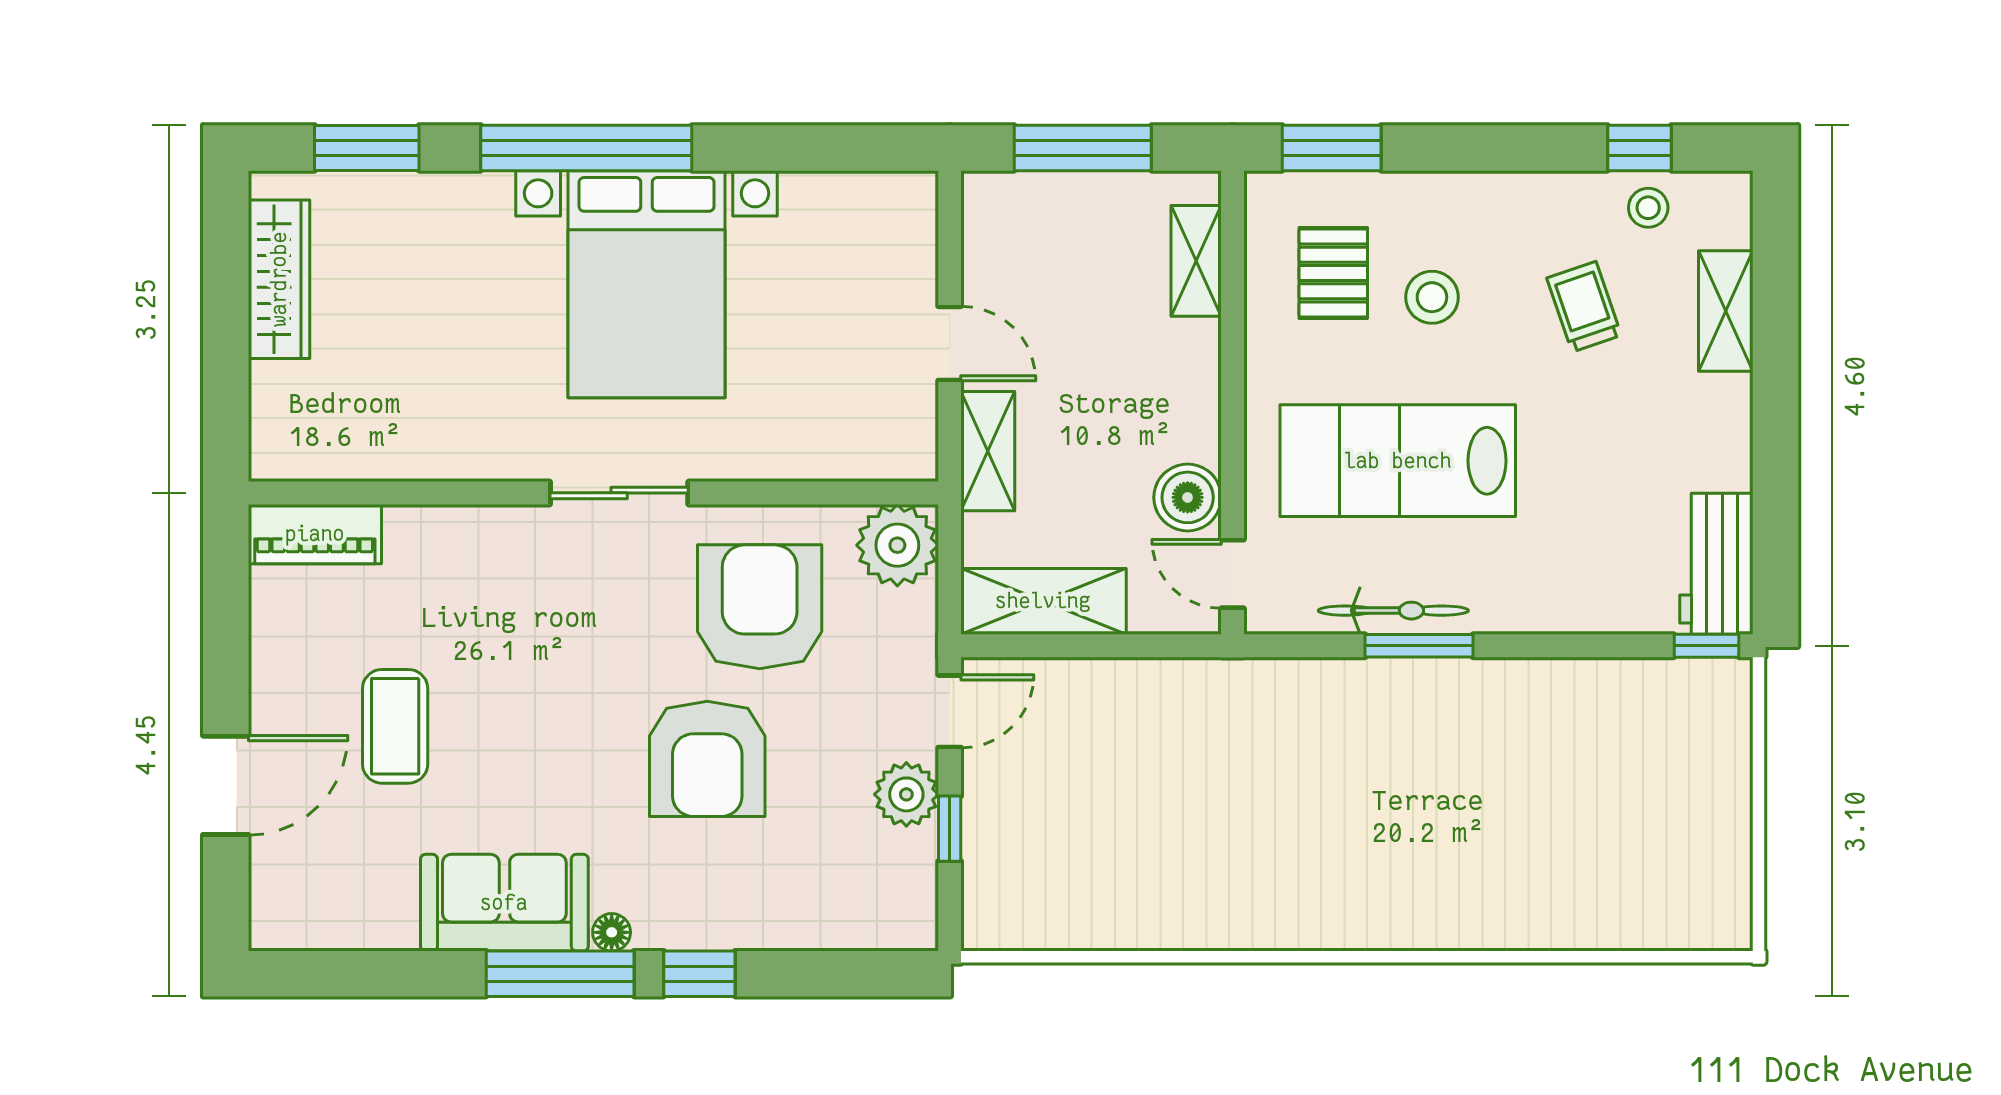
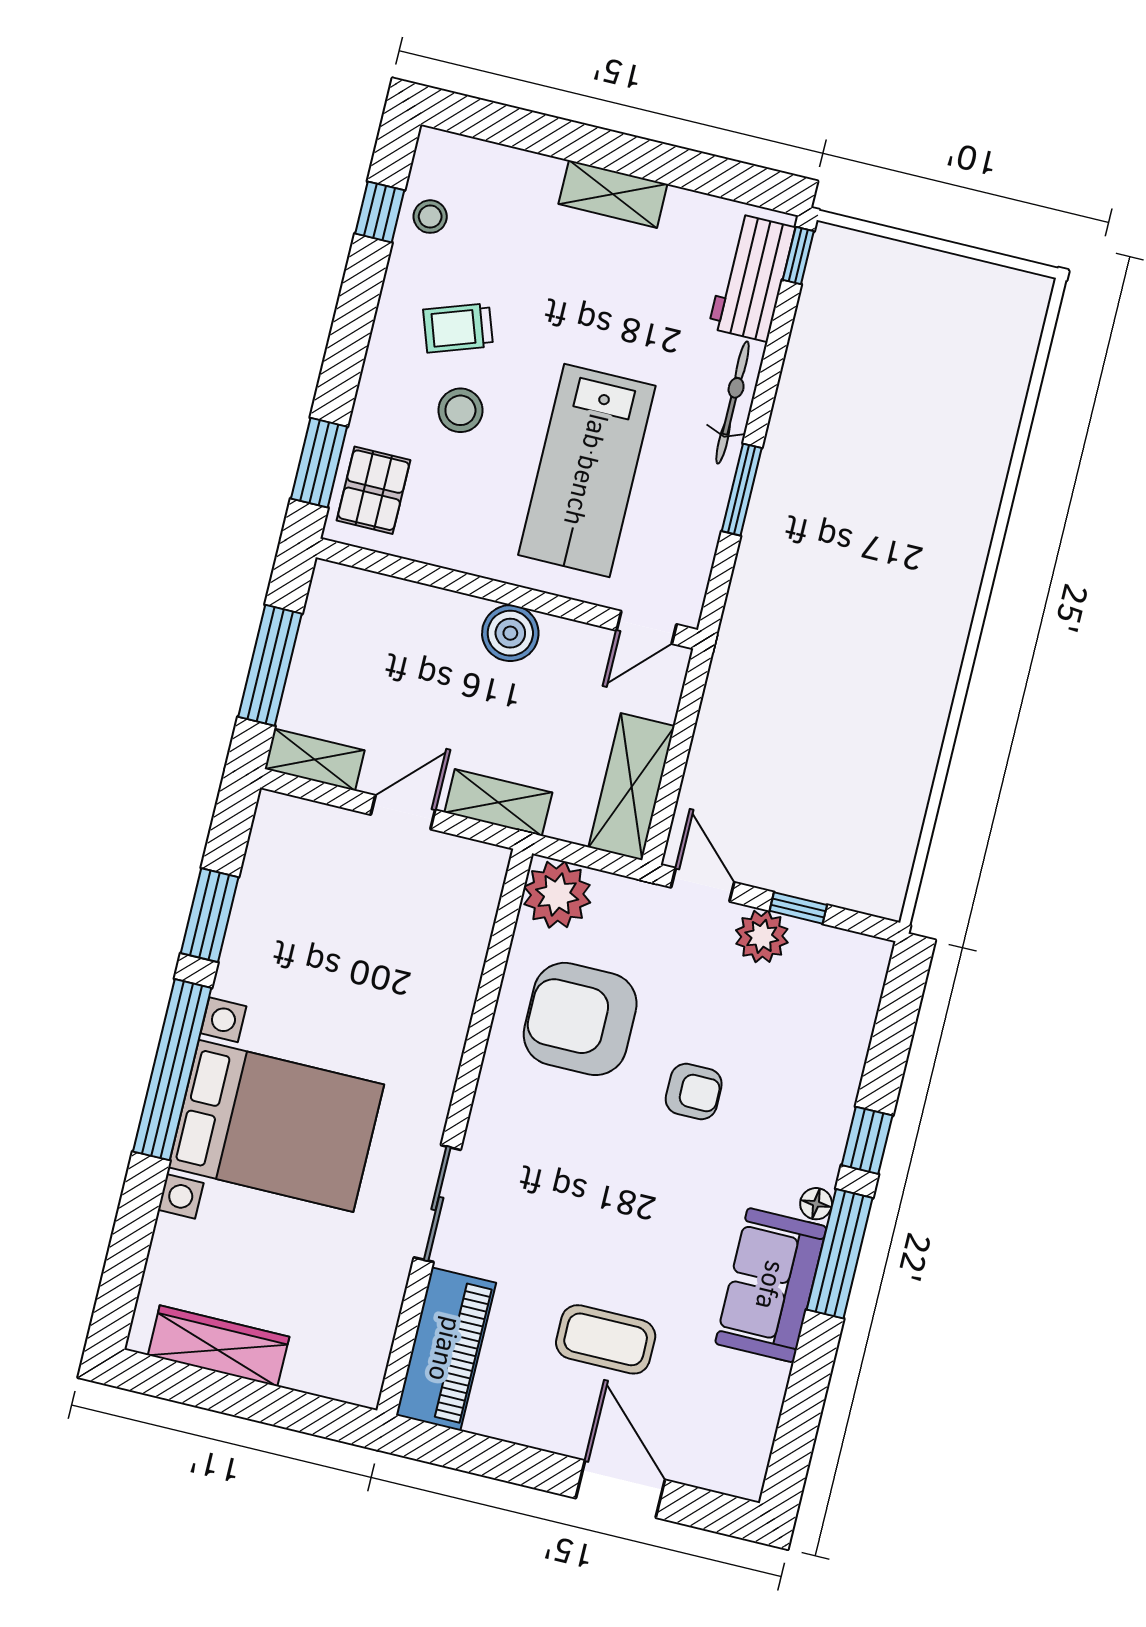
window: (367, 148) -> (210, 915), moved
shelving: (1196, 261) -> (315, 760), moved
pallet: (1333, 273) -> (374, 490), moved, turned 90
bed with nightstands: (647, 284) -> (276, 1126), moved
trolley: (1584, 307) -> (458, 328), moved
shelving: (1726, 311) -> (613, 194), moved
sliding door: (619, 493) -> (437, 1204), moved
boiler: (1188, 497) -> (510, 633), moved
piano: (315, 534) -> (446, 1349), width x1.37, depth x1.33
workbench: (1716, 564) -> (752, 278), moved, turned 90
bicycle: (1393, 611) -> (732, 403), moved
armchair: (707, 759) -> (694, 1092), width x0.53, depth x0.53

